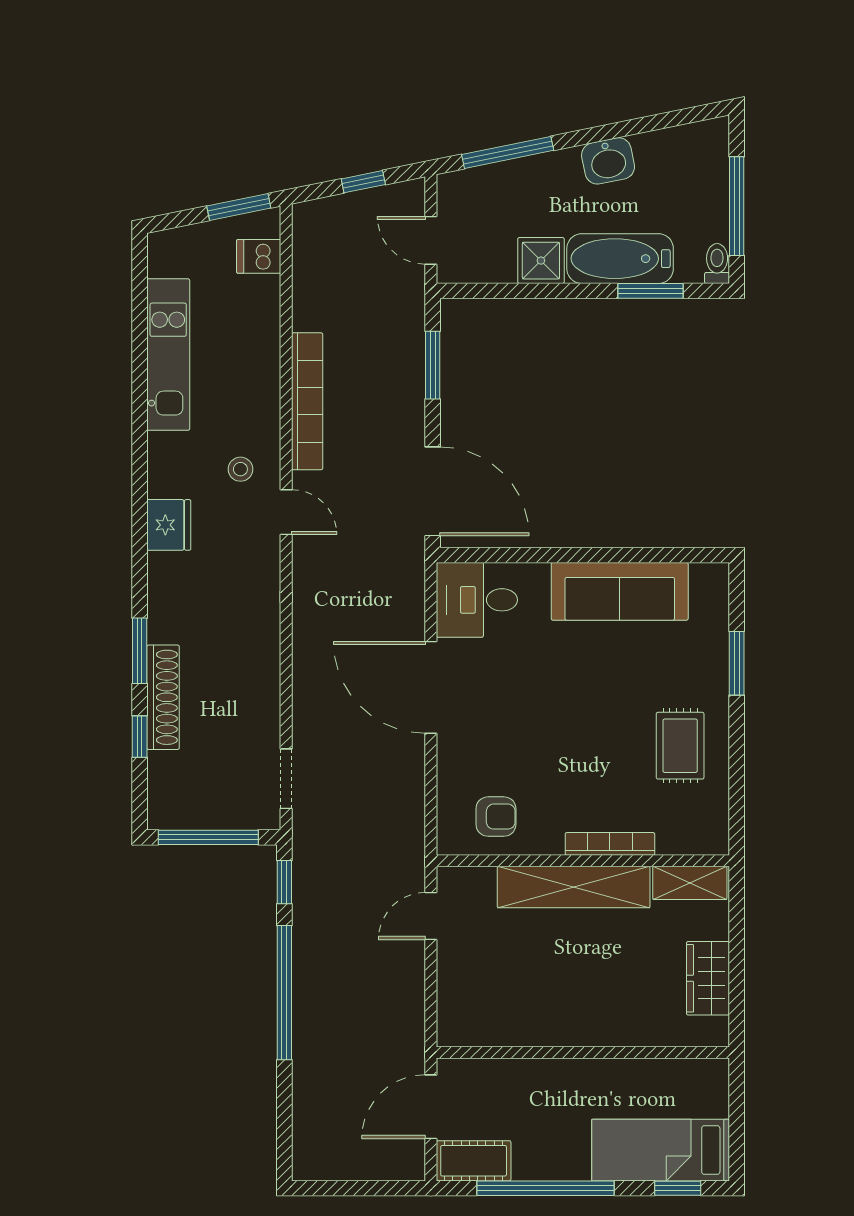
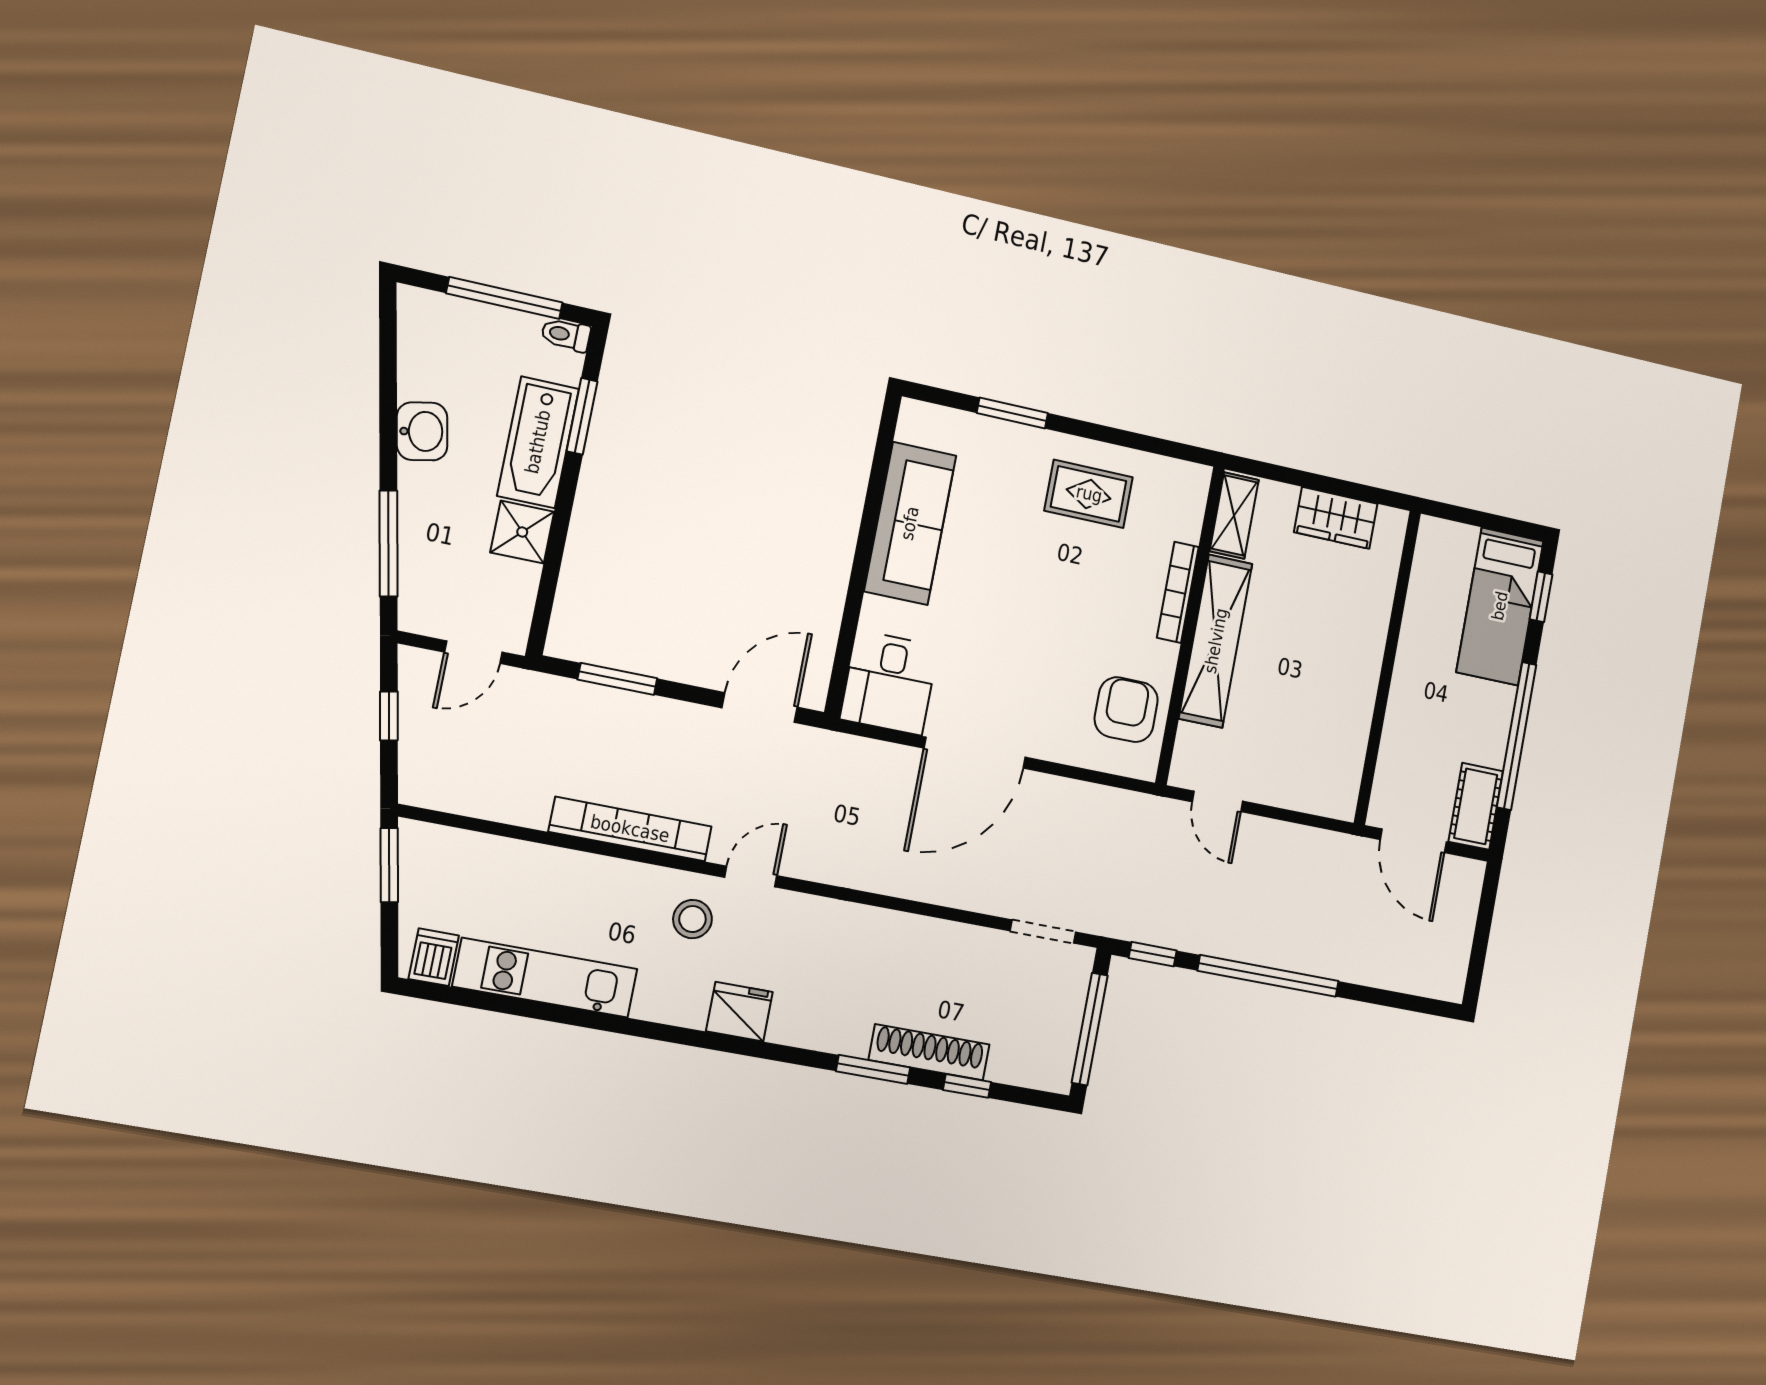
dishwasher: (259, 256) -> (434, 957), moved, turned 180
stool: (240, 469) -> (692, 919), width x1.37, depth x1.37
door: (433, 491) -> (760, 708), width x0.73
armchair: (496, 817) -> (1126, 710), width x1.38, depth x1.38

